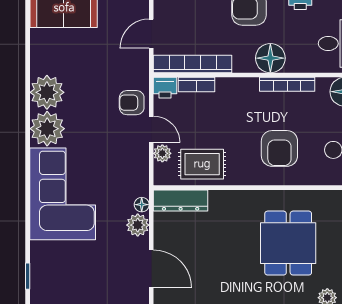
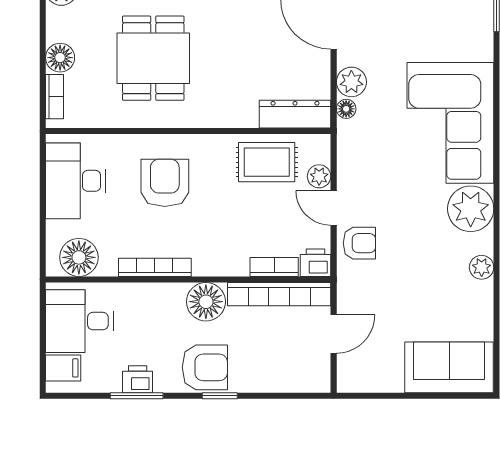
floor lamp: (270, 58) -> (206, 302), moved
plant: (47, 92) -> (482, 267), width x0.53, depth x0.53

